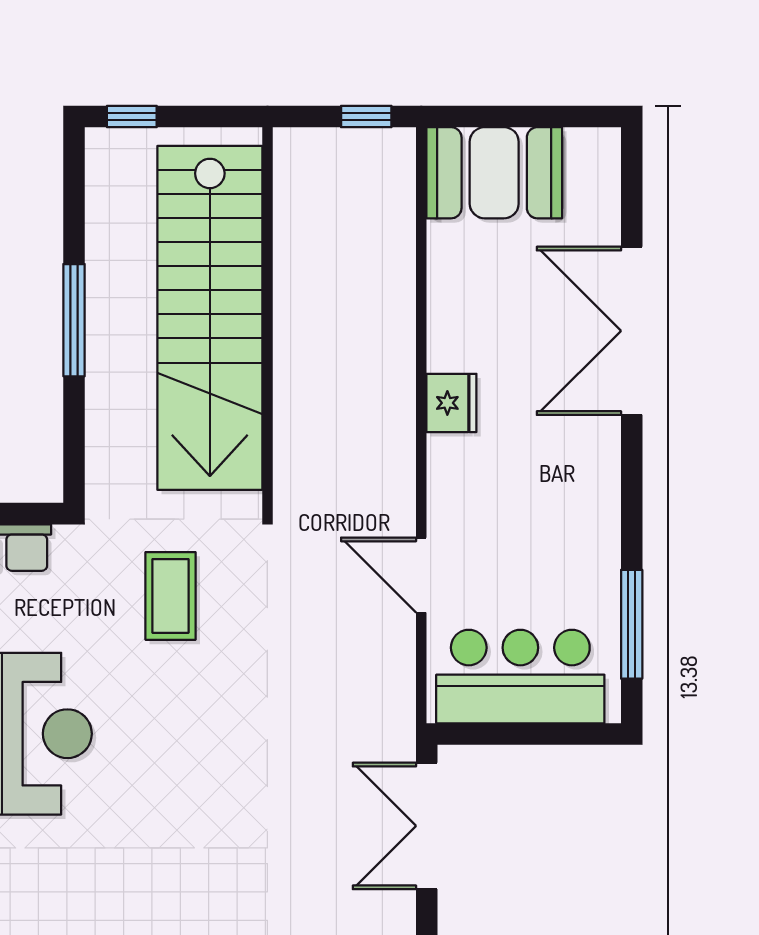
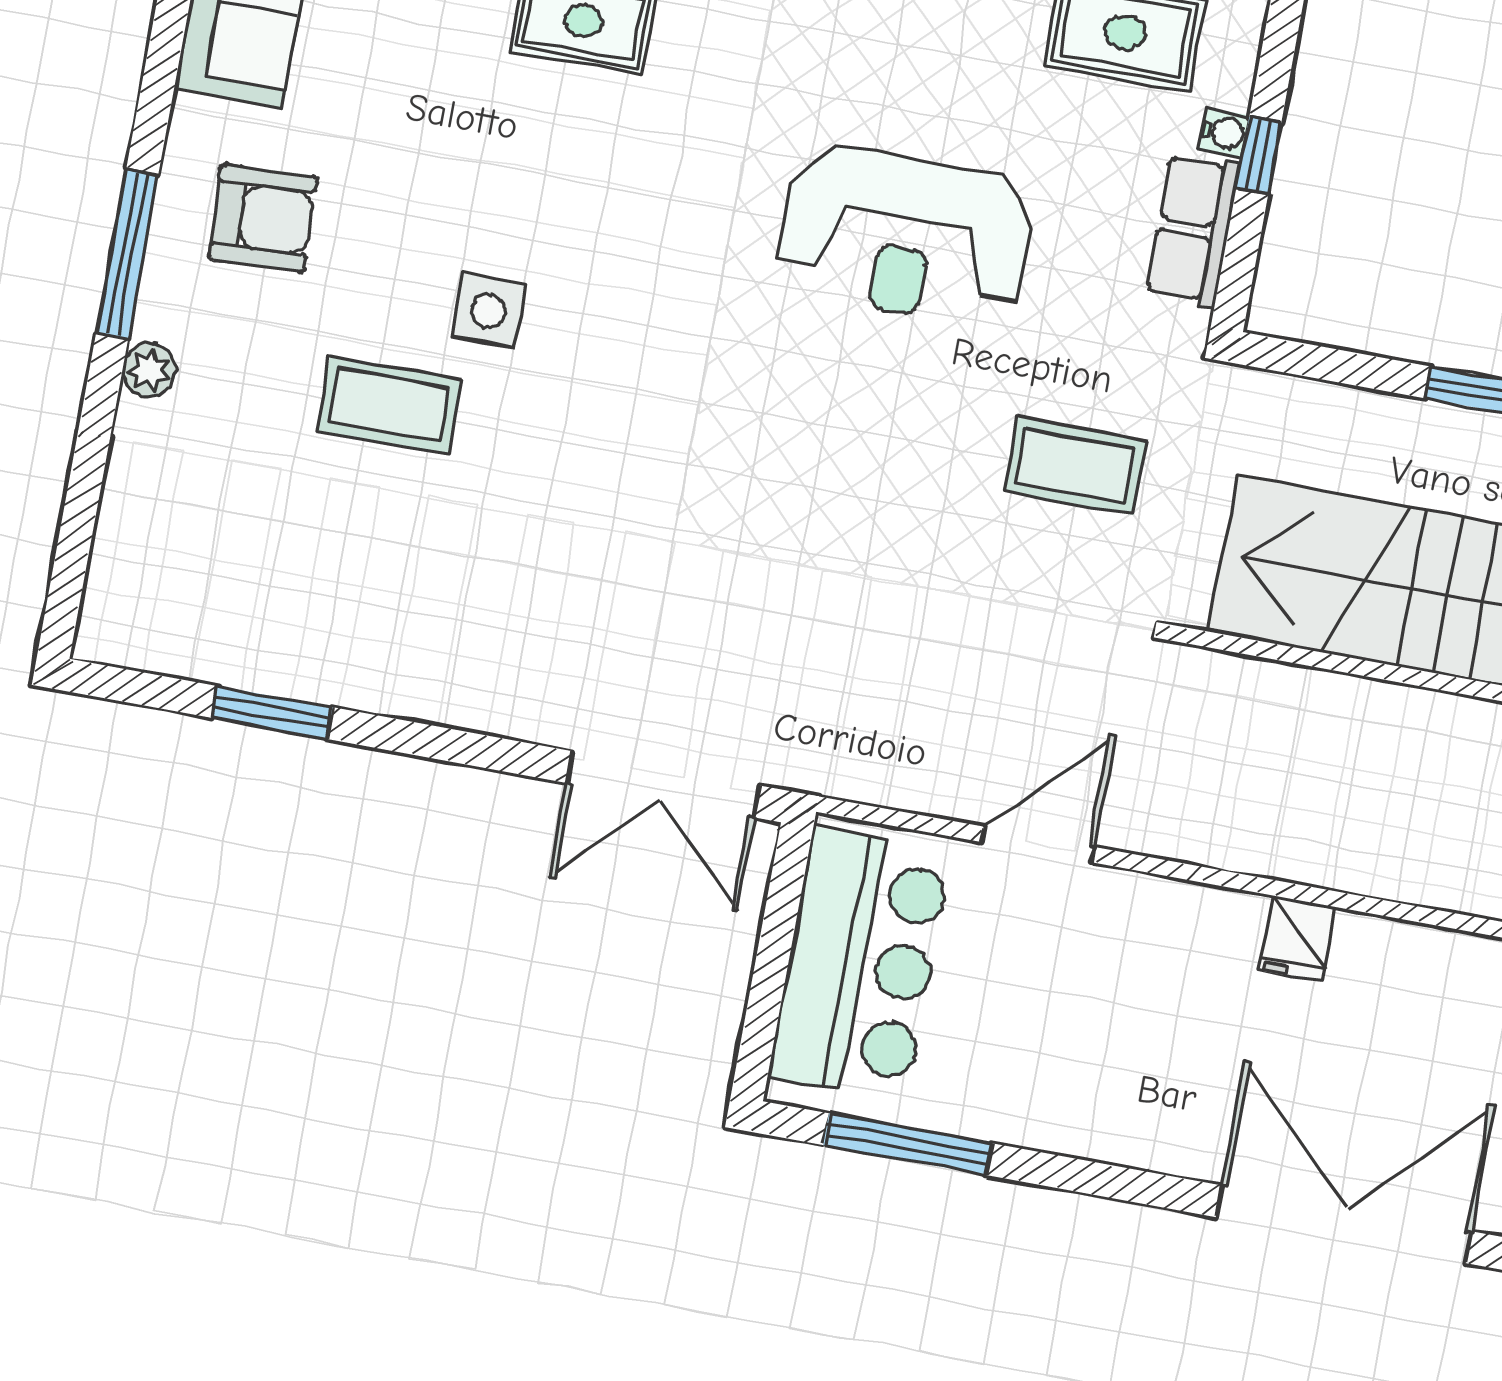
fridge: (451, 403) -> (1298, 939), width x0.72
double door: (427, 826) -> (663, 784), swing flipped

